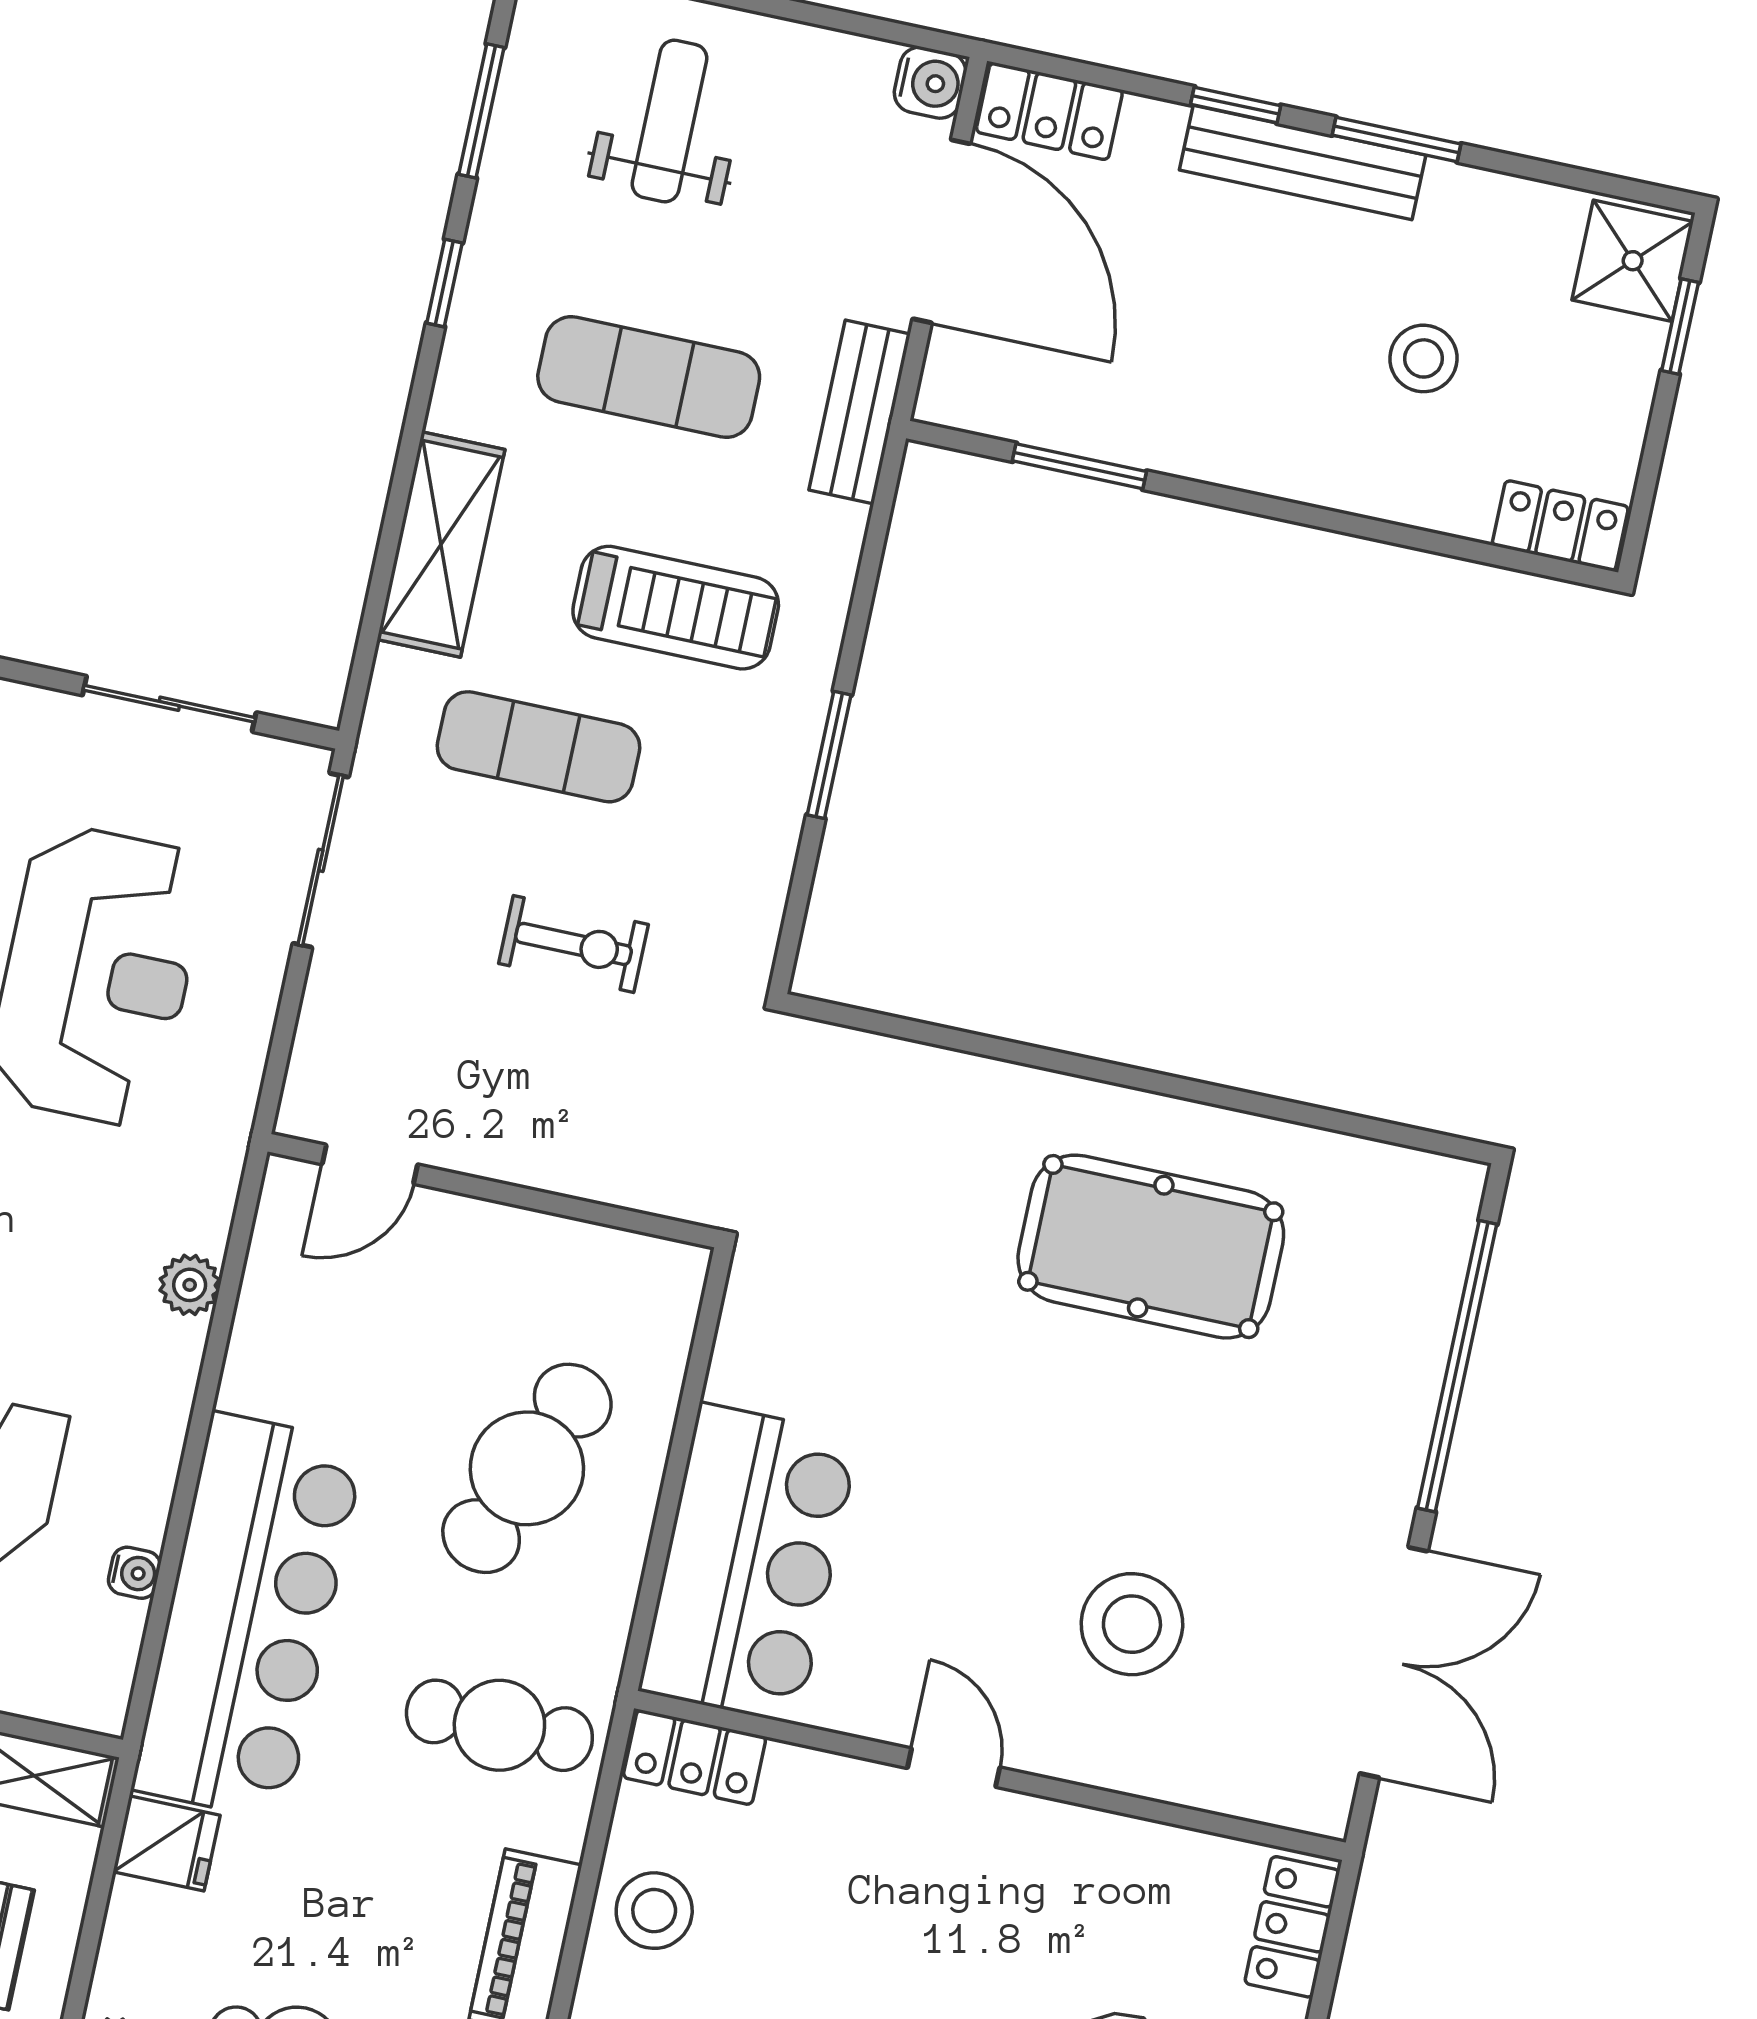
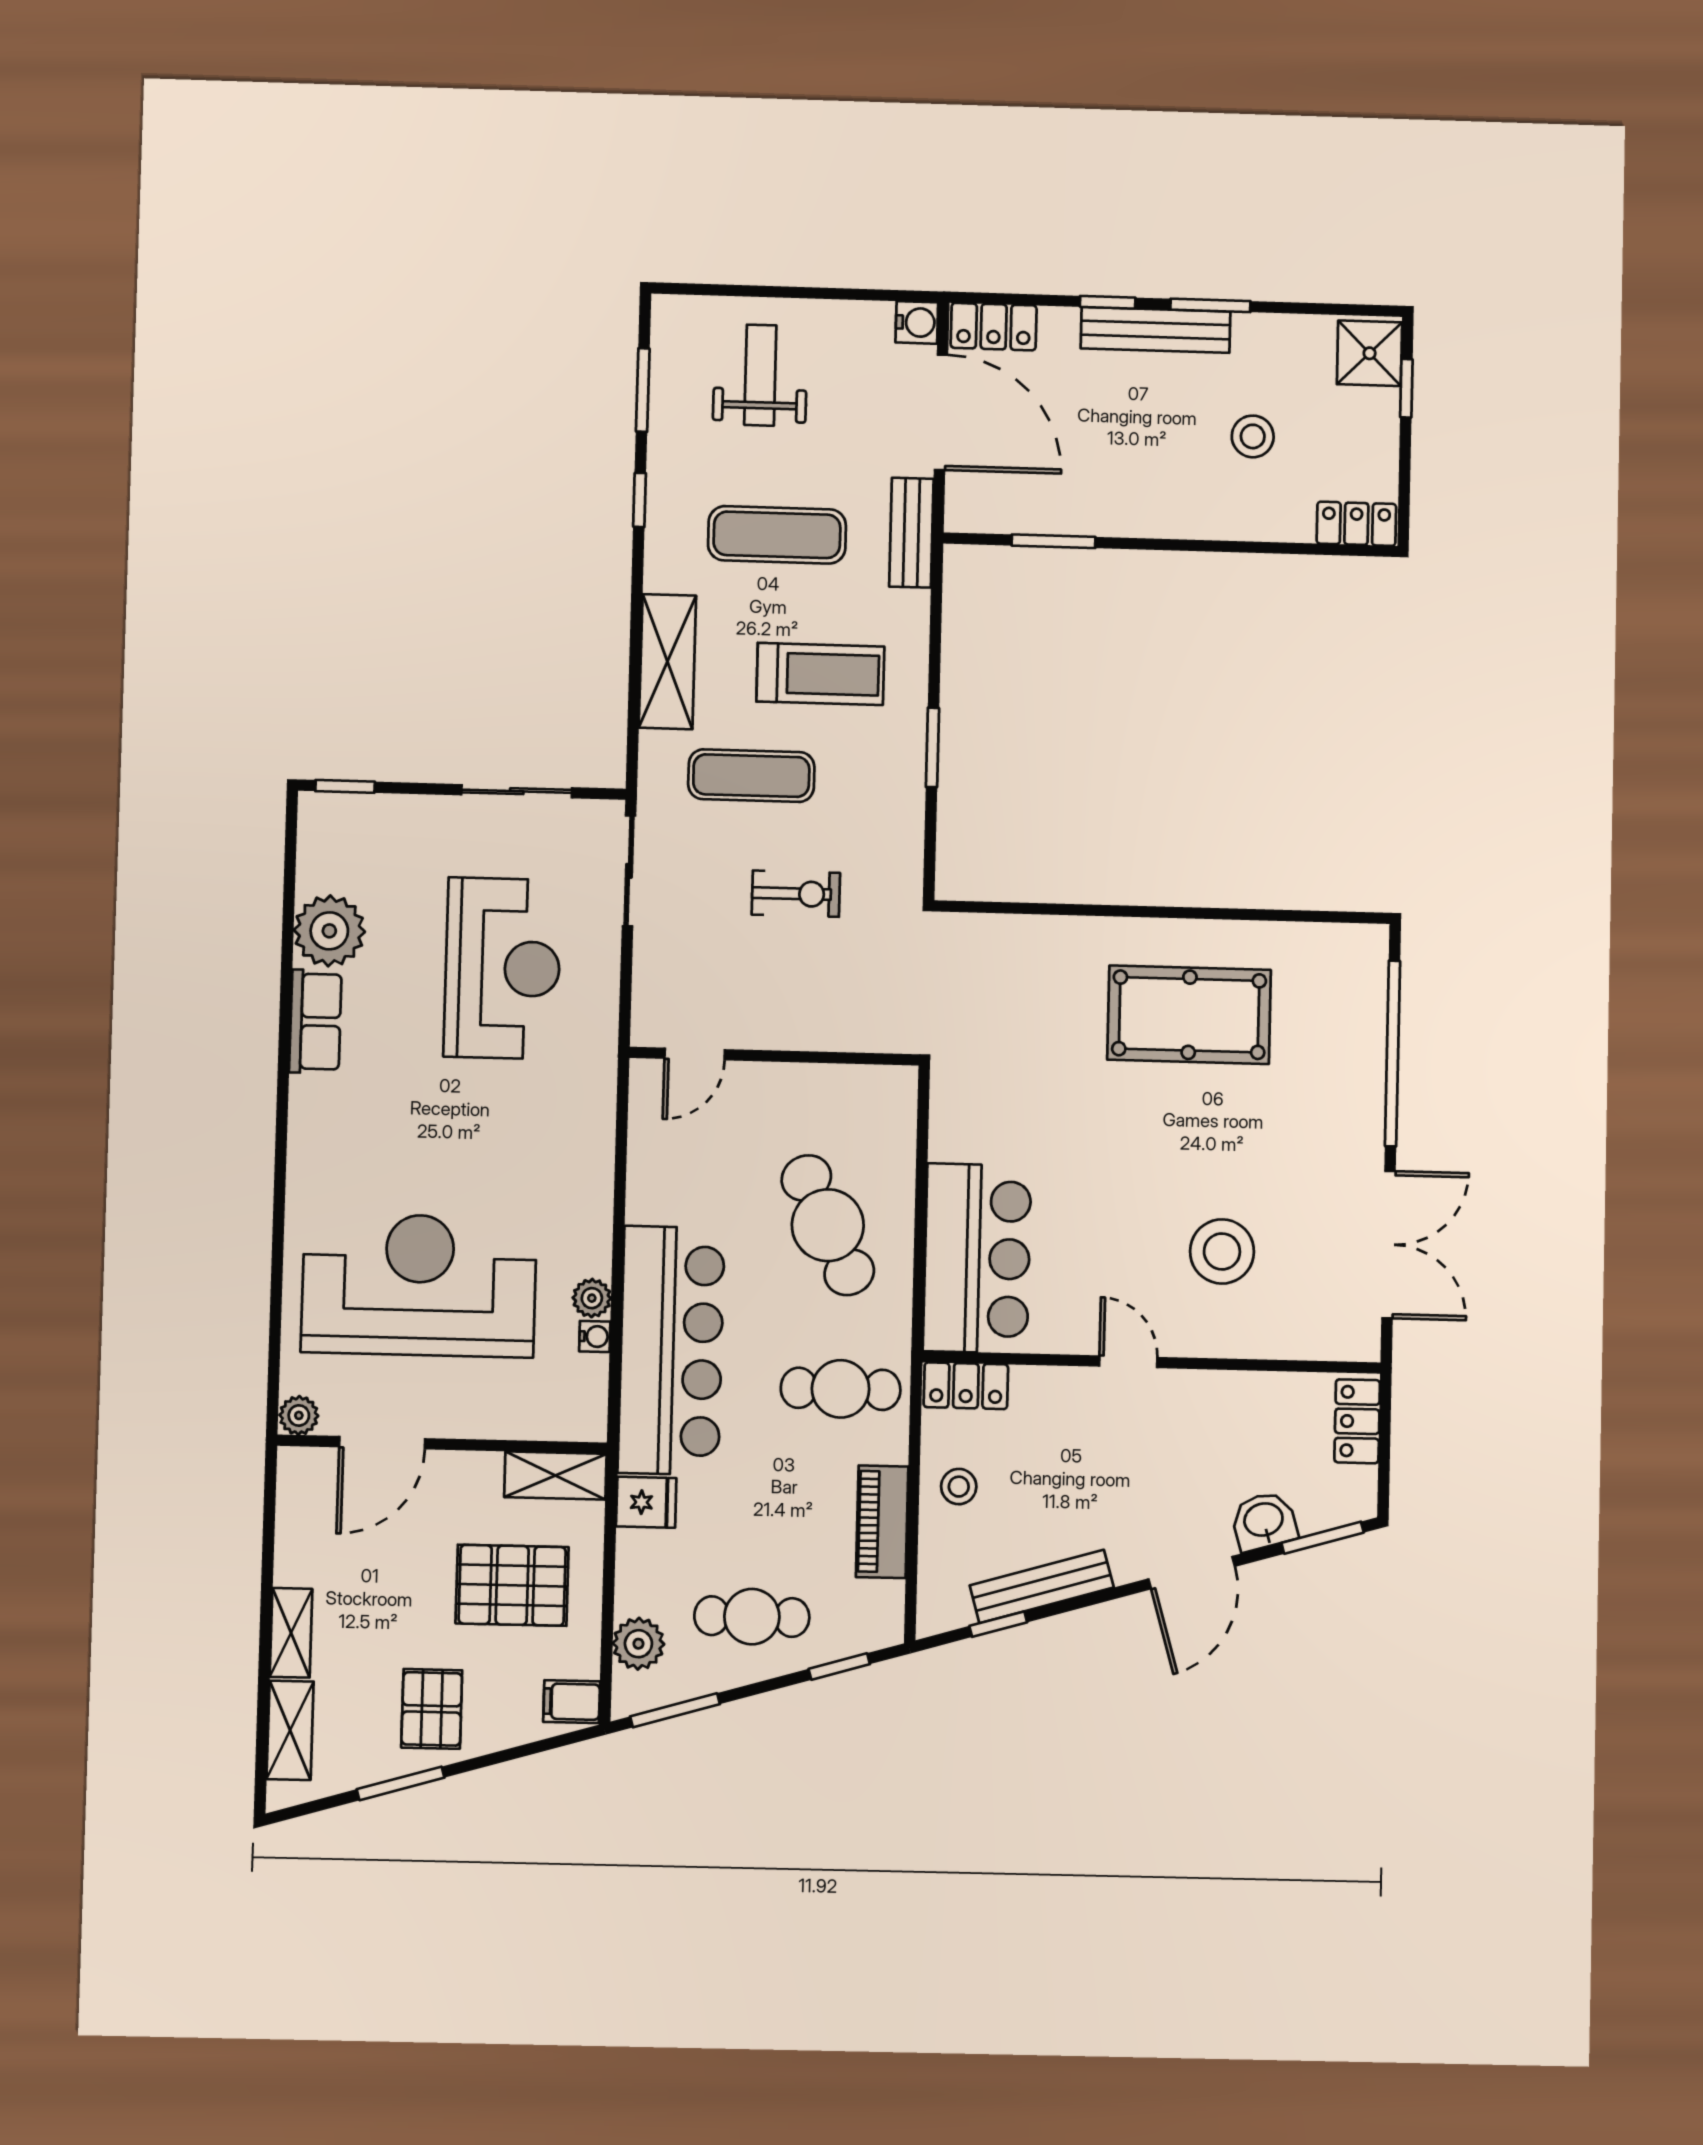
plant: (190, 1285) -> (592, 1298), moved
cafe table: (527, 1468) -> (828, 1225), turned -48
stool: (654, 1911) -> (959, 1487), width x0.73, depth x0.73

